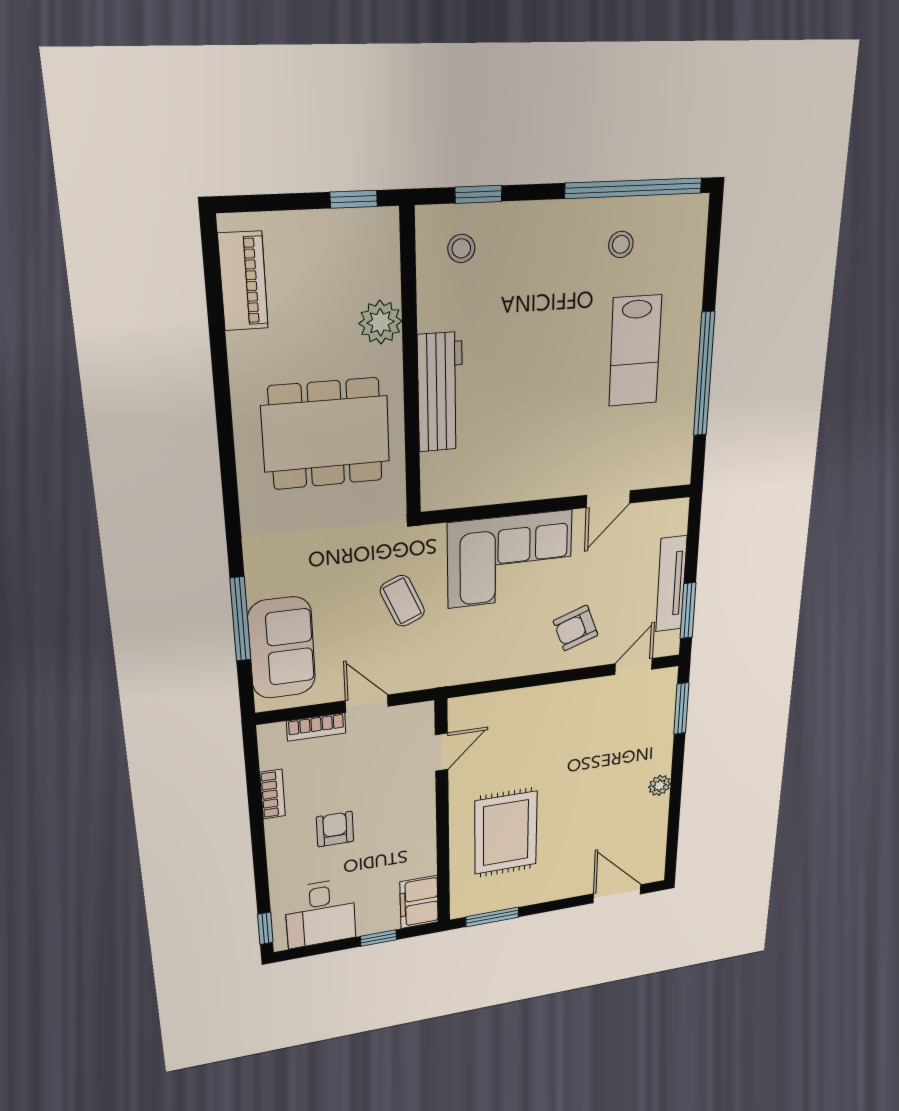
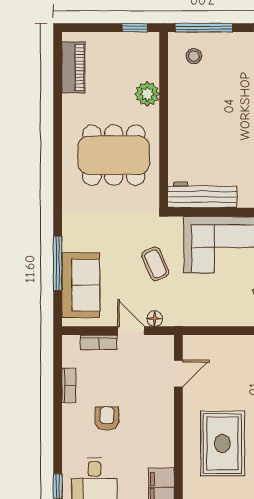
window: (478, 194) -> (204, 28), width x2.17
workbench: (440, 392) -> (202, 195), moved, turned -90
floor lamp: (403, 681) -> (155, 319), added

